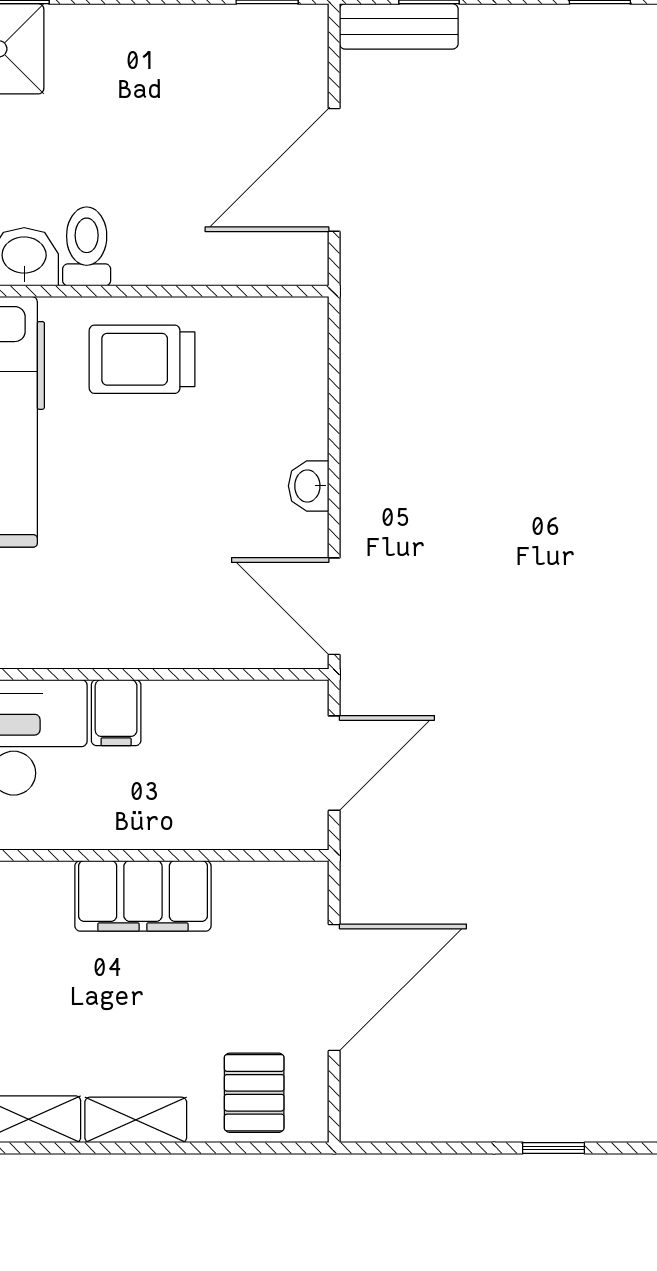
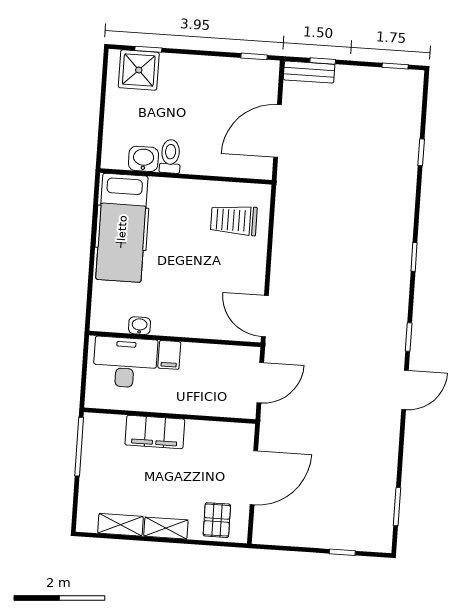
trolley: (142, 359) -> (234, 220), moved
washbasin: (309, 486) -> (140, 326), moved, turned 90
filing cabinet: (143, 896) -> (155, 432), moved

